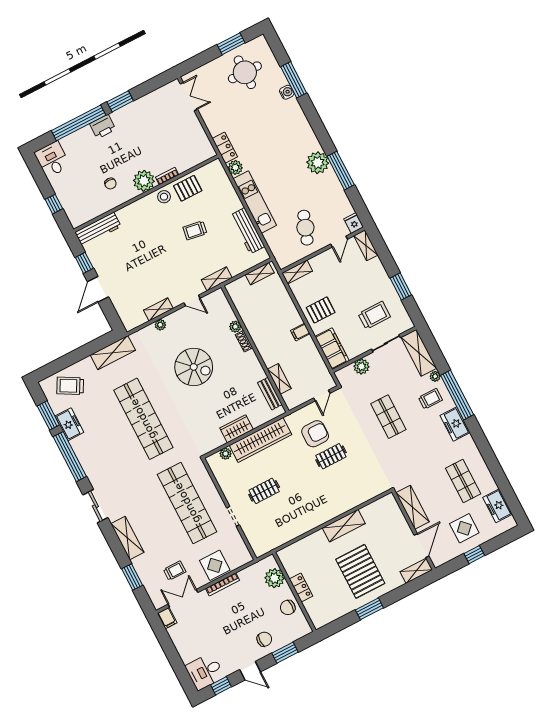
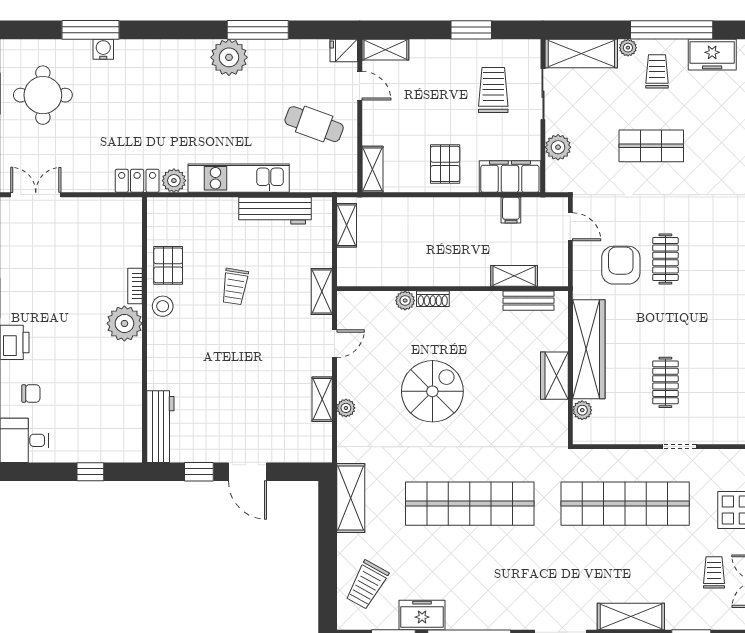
chair: (110, 184) -> (31, 393), moved
filing cabinet: (300, 332) -> (511, 210), moved

